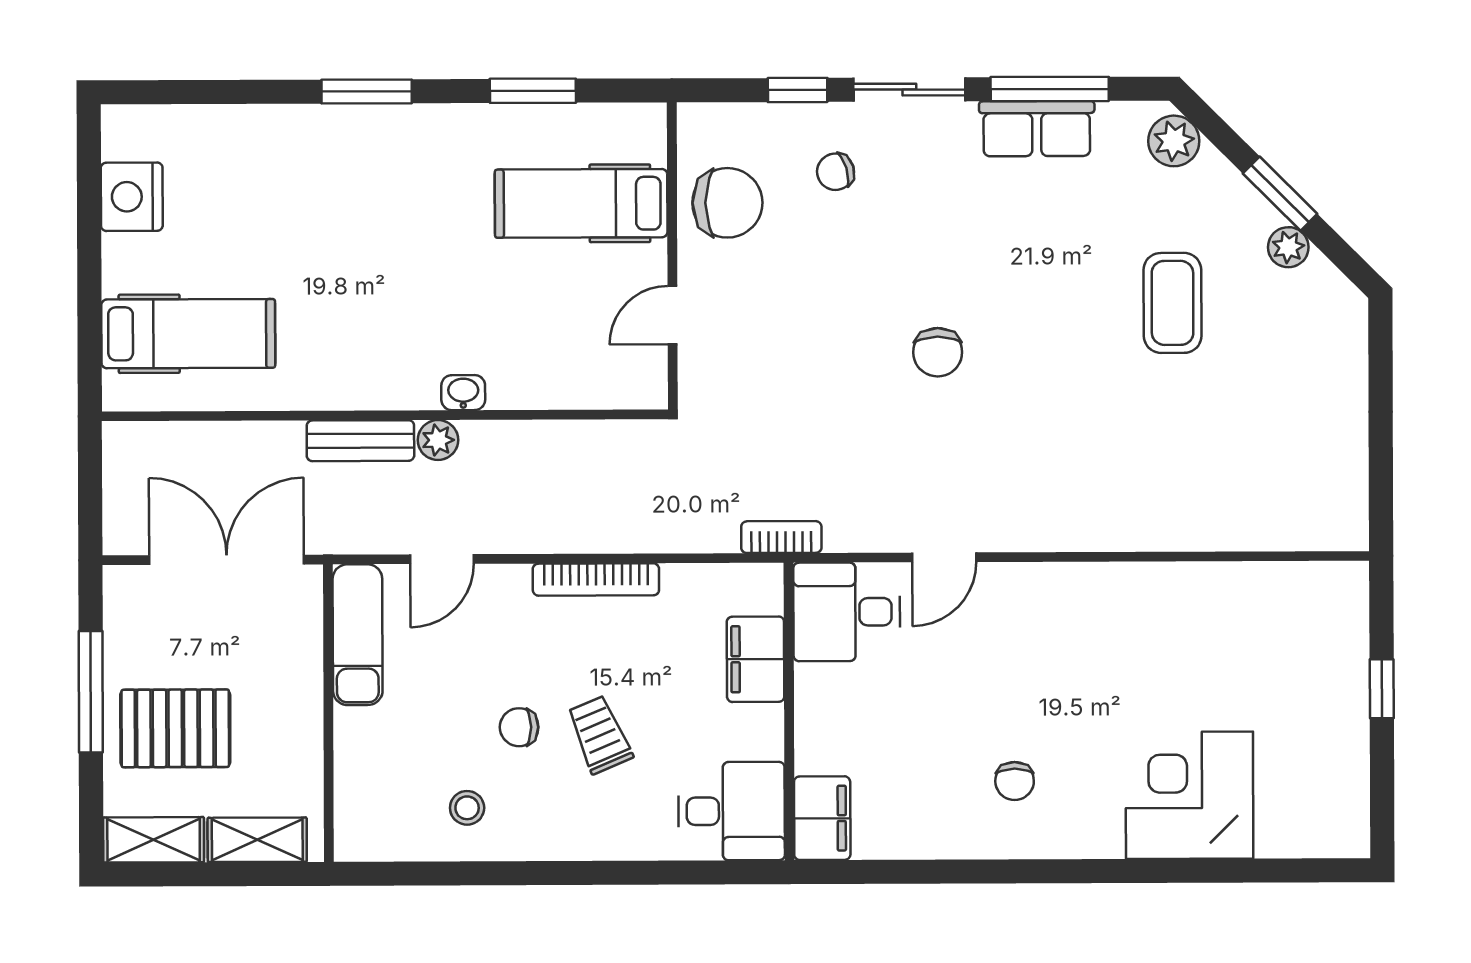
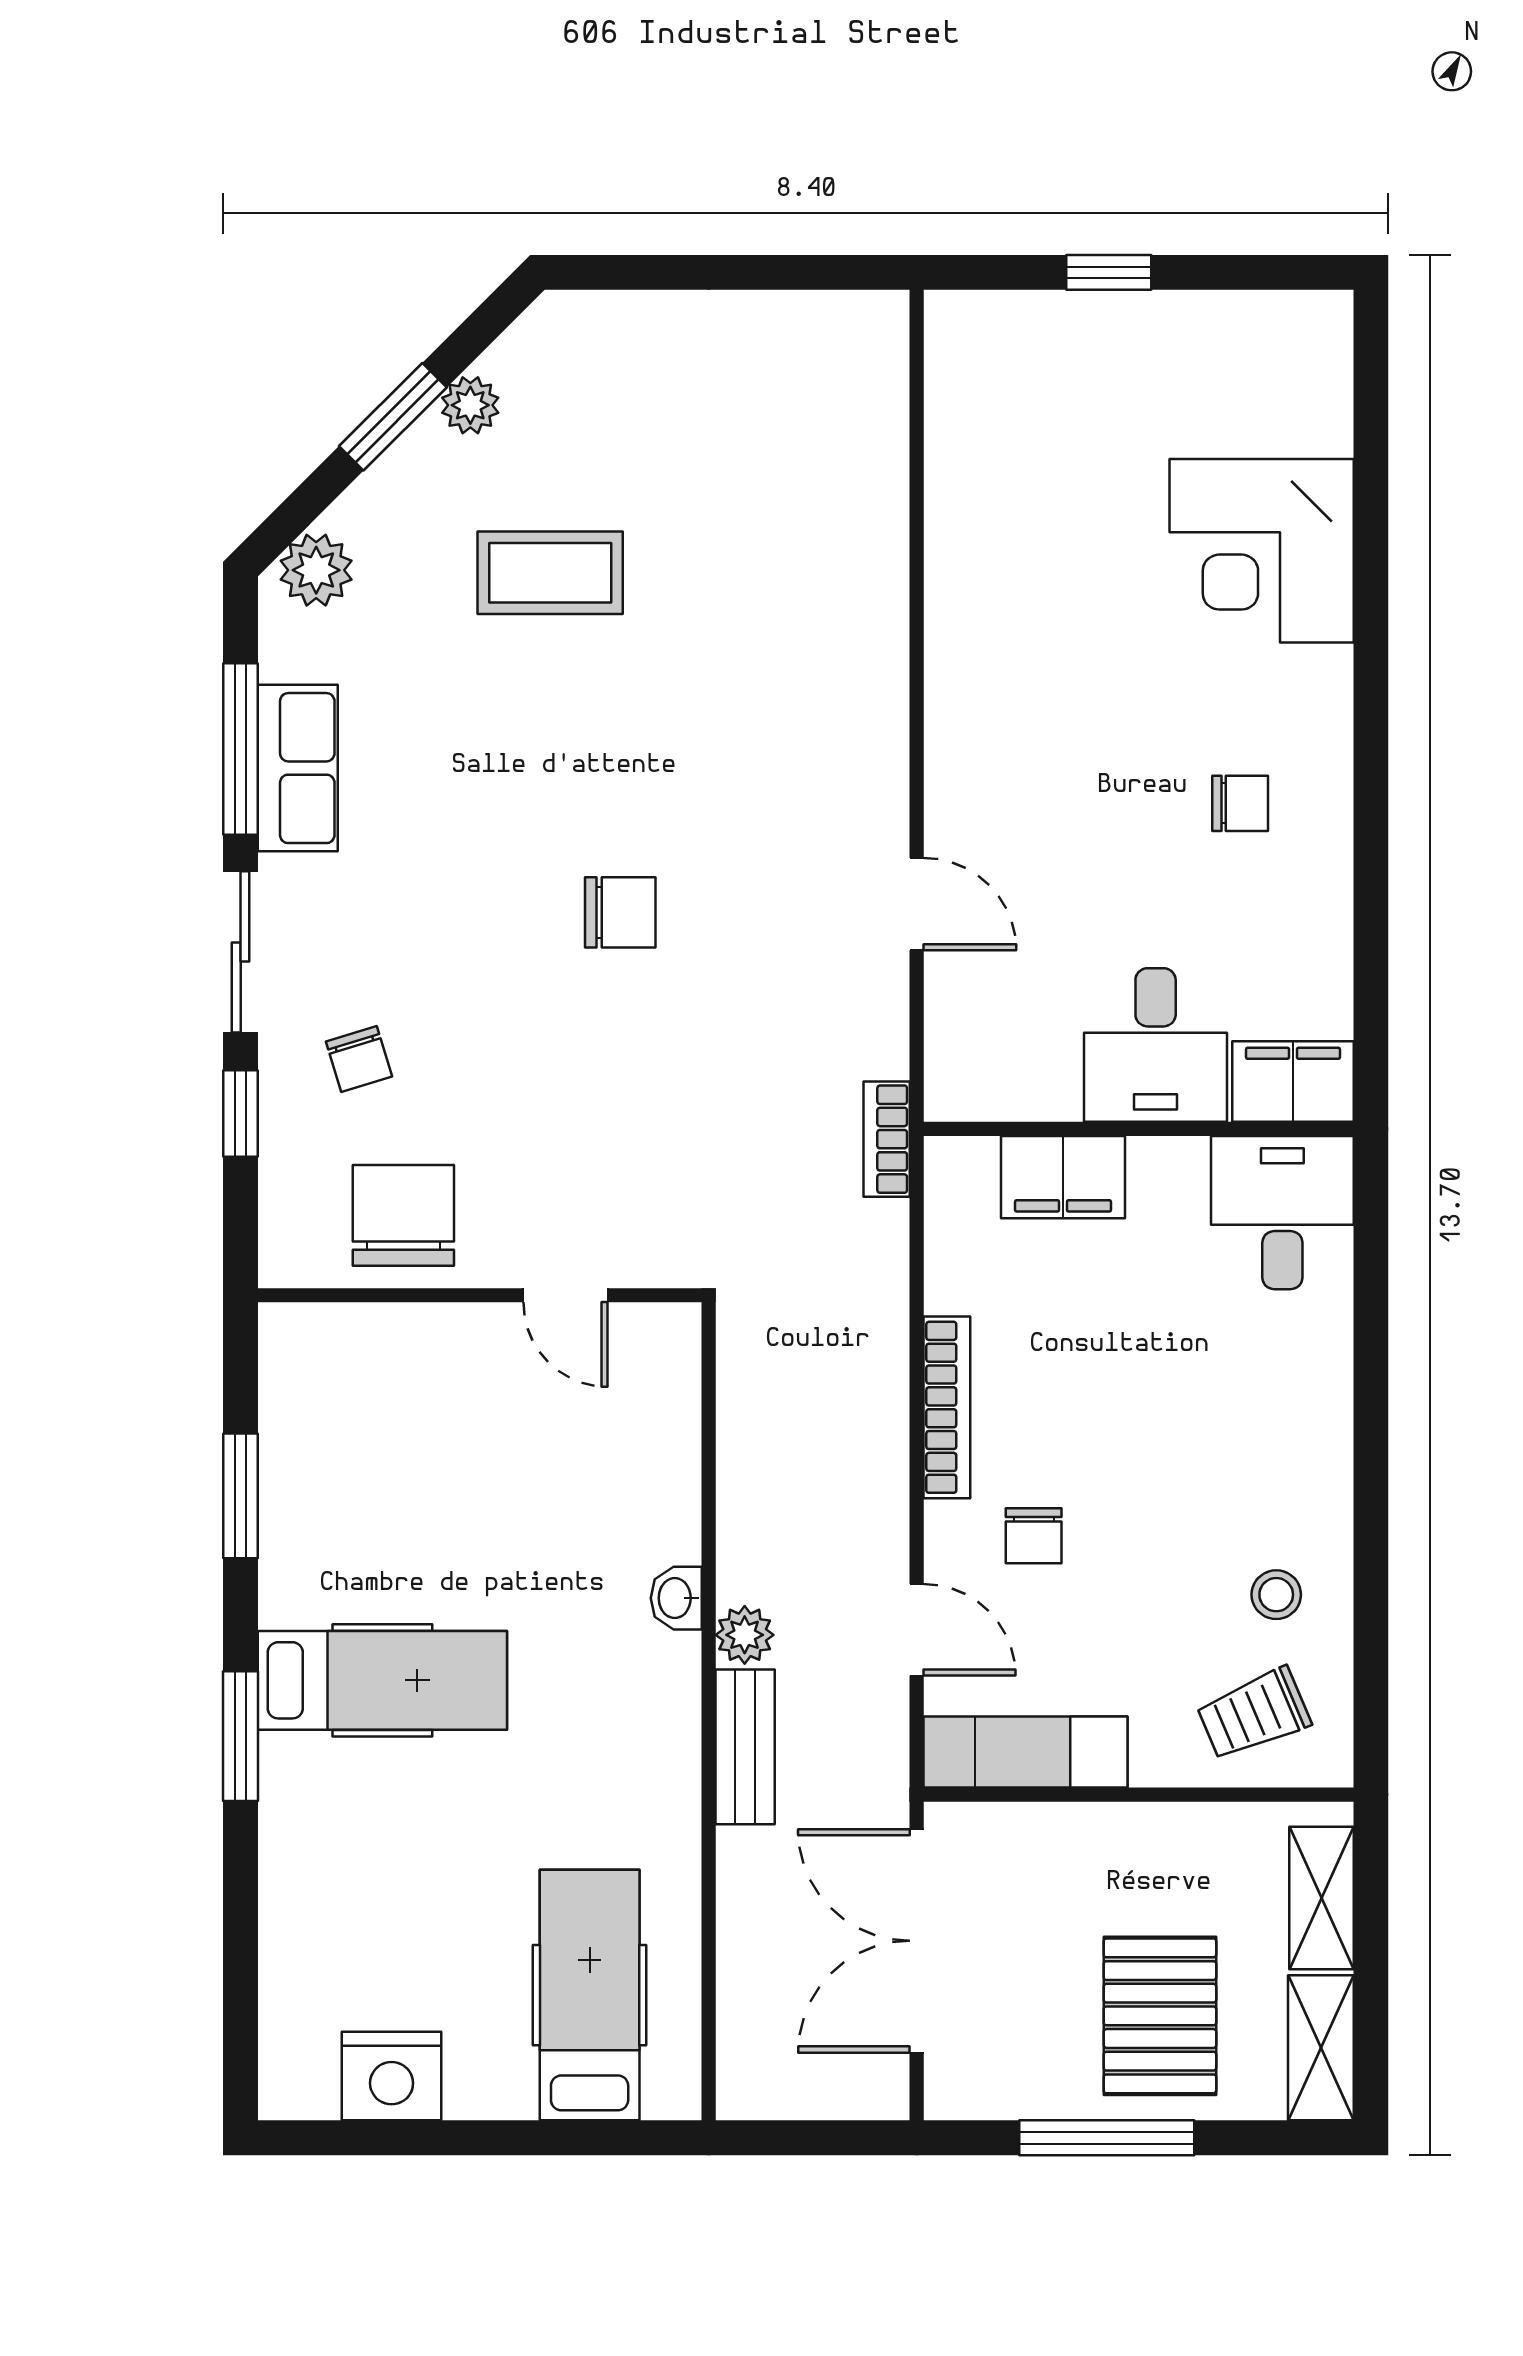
hospital bed: (581, 203) -> (382, 1680), moved, turned -90
desk: (847, 612) -> (1156, 1045), moved
chair: (519, 727) -> (1034, 1536), moved
trolley: (600, 735) -> (1254, 1714), moved

